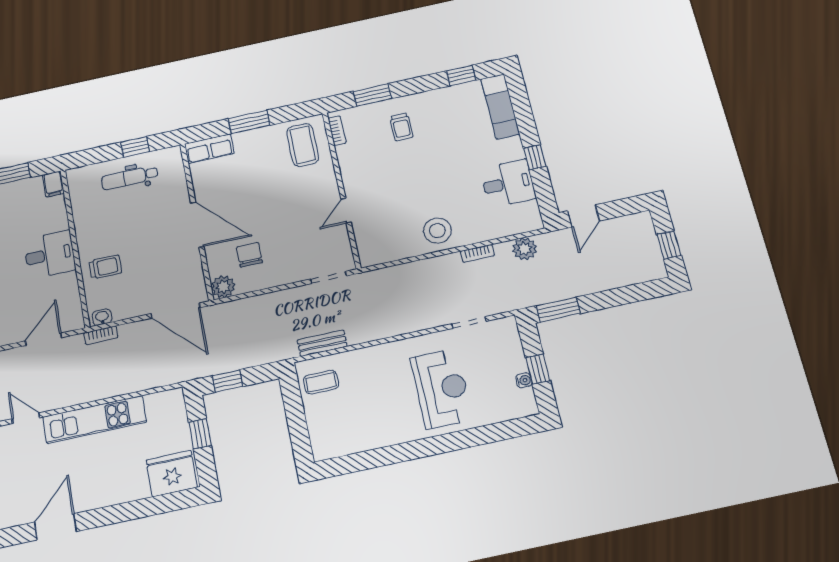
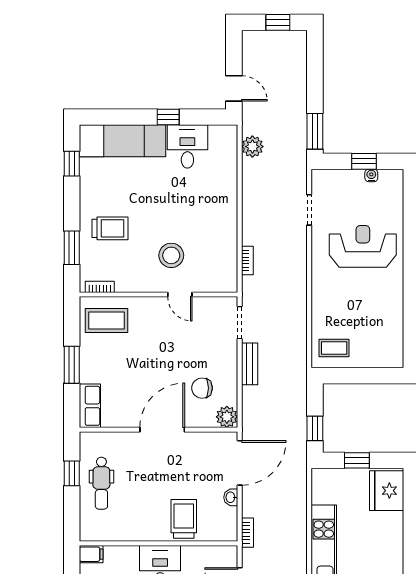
exam couch: (500, 106) -> (123, 141), width x1.36, depth x1.45
trolley: (401, 127) -> (110, 228), width x1.36, depth x1.39
stool: (437, 231) -> (171, 255), moved
bookcase: (477, 253) -> (247, 260), moved
trolley: (105, 267) -> (184, 519), width x1.36, depth x1.39
washbasin: (102, 317) -> (231, 497), moved
bench: (322, 343) -> (250, 364), moved
coffee table: (321, 382) -> (334, 348), turned 90

